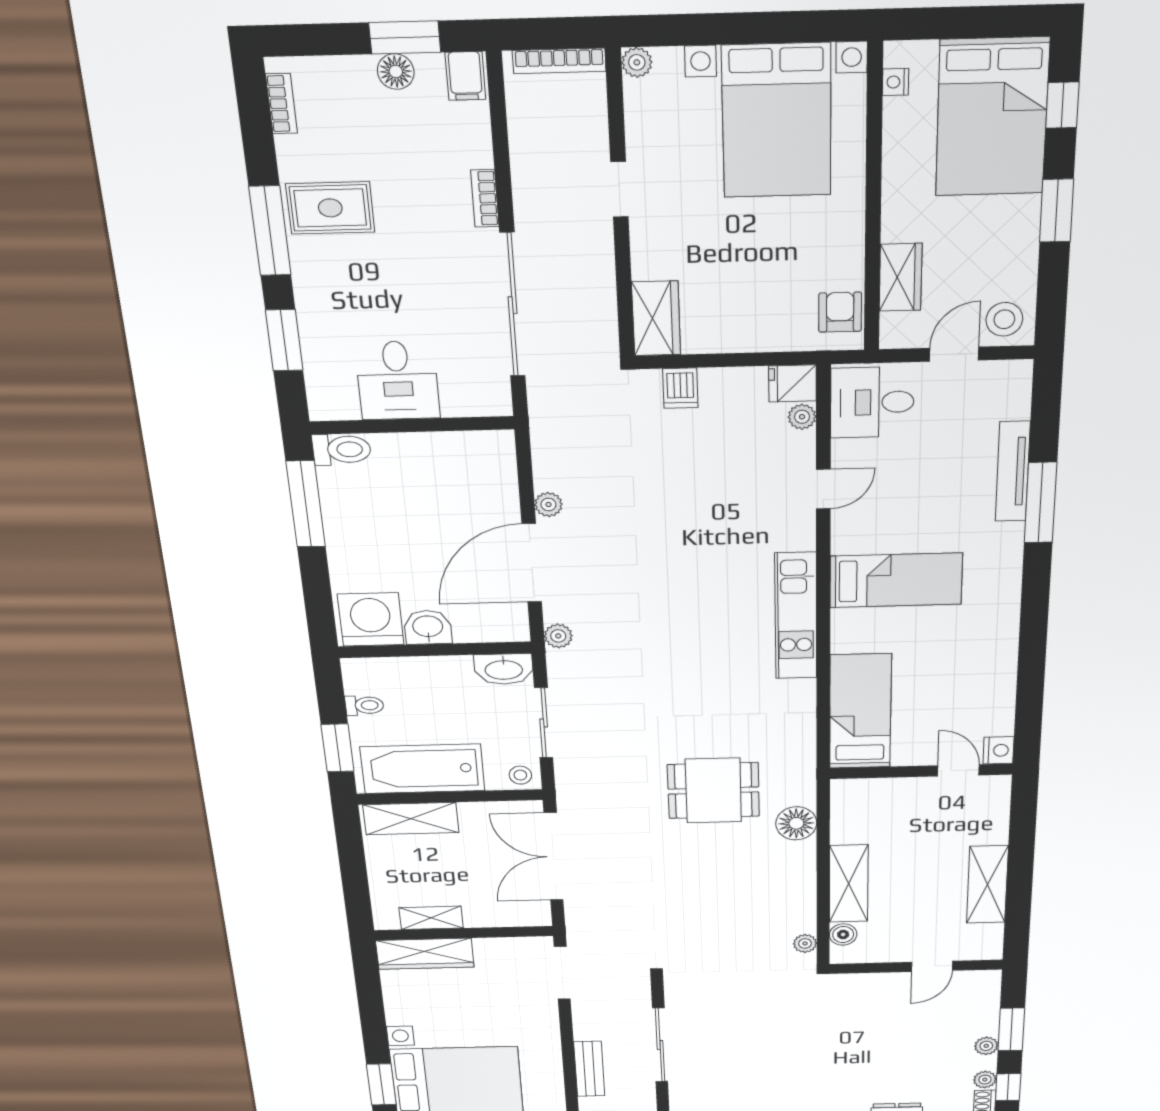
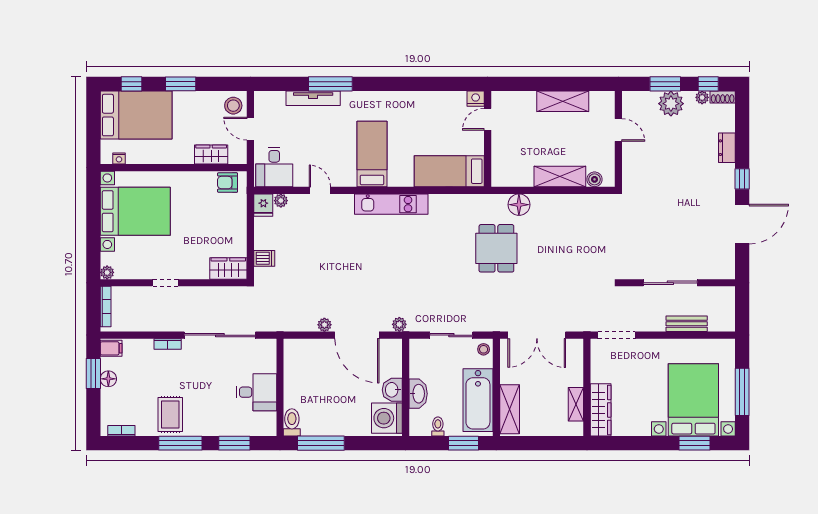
washbasin: (504, 669) -> (418, 394), moved
plant: (805, 943) -> (600, 200), removed
plant: (986, 1046) -> (671, 104), width x1.87, depth x1.87

